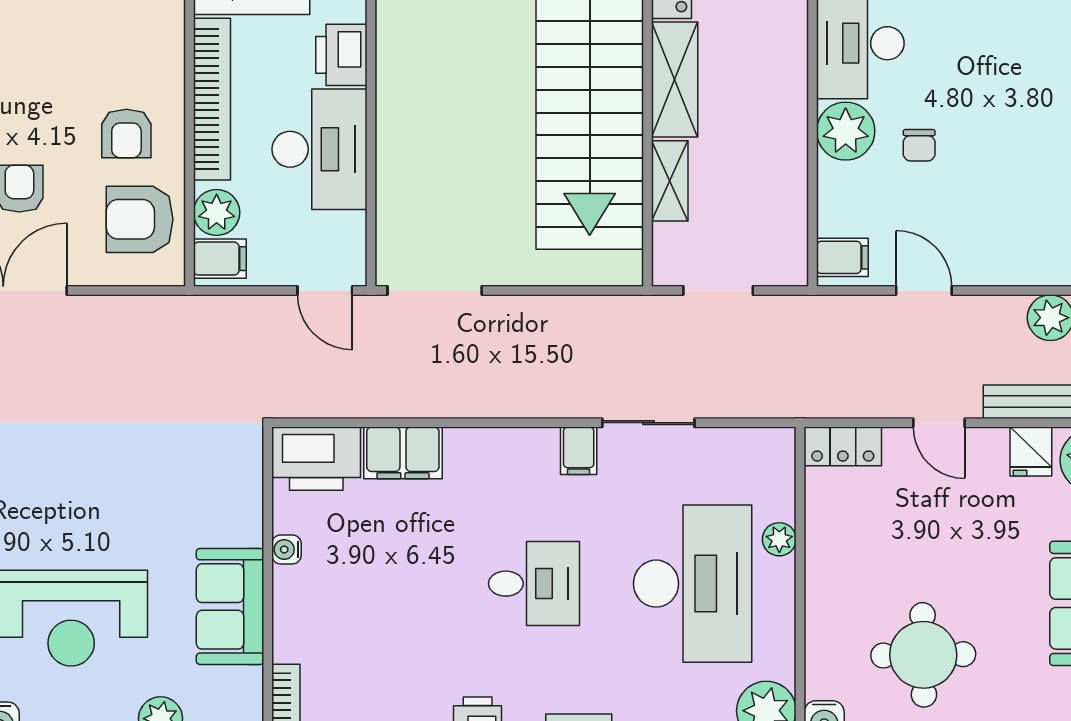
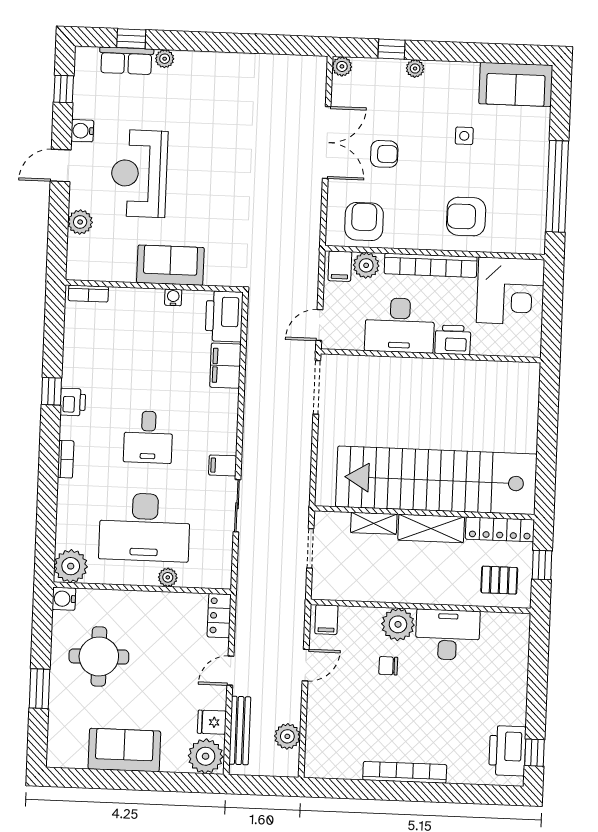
armchair: (126, 134) -> (466, 217), moved, width x1.38, depth x1.38
sofa: (230, 606) -> (170, 265), moved

